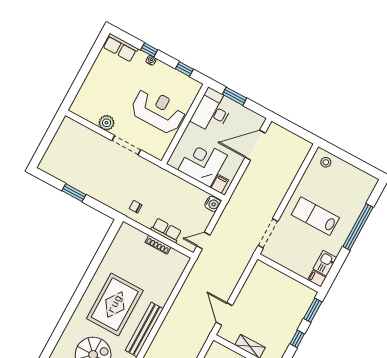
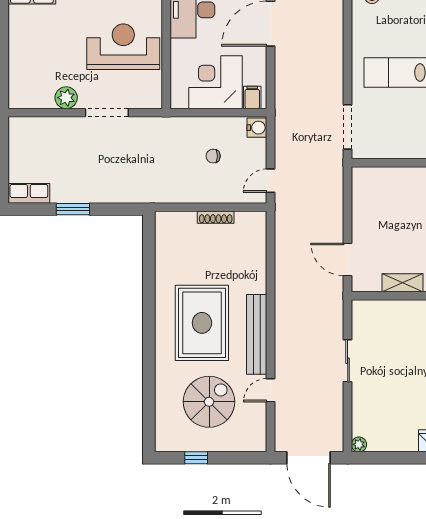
chair: (136, 207) -> (213, 156), moved
row of seats: (166, 230) -> (29, 193), moved

